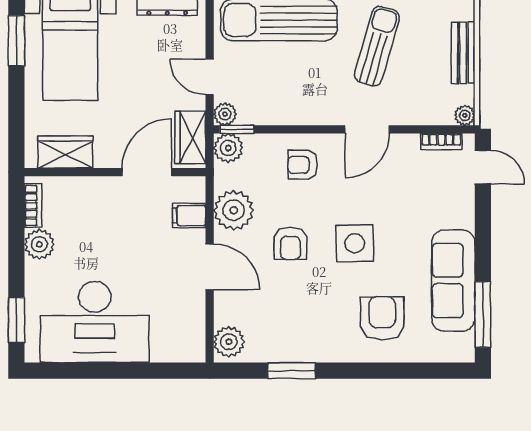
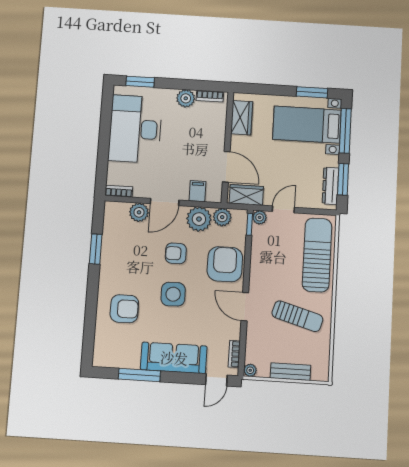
plant: (228, 148) -> (222, 217), moved
armchair: (303, 165) -> (225, 264), width x1.88, depth x1.88
sofa: (453, 281) -> (174, 358), moved
window: (483, 314) -> (139, 375), moved
bookcase: (197, 341) -> (119, 191), added
plant: (229, 342) -> (139, 212), moved

